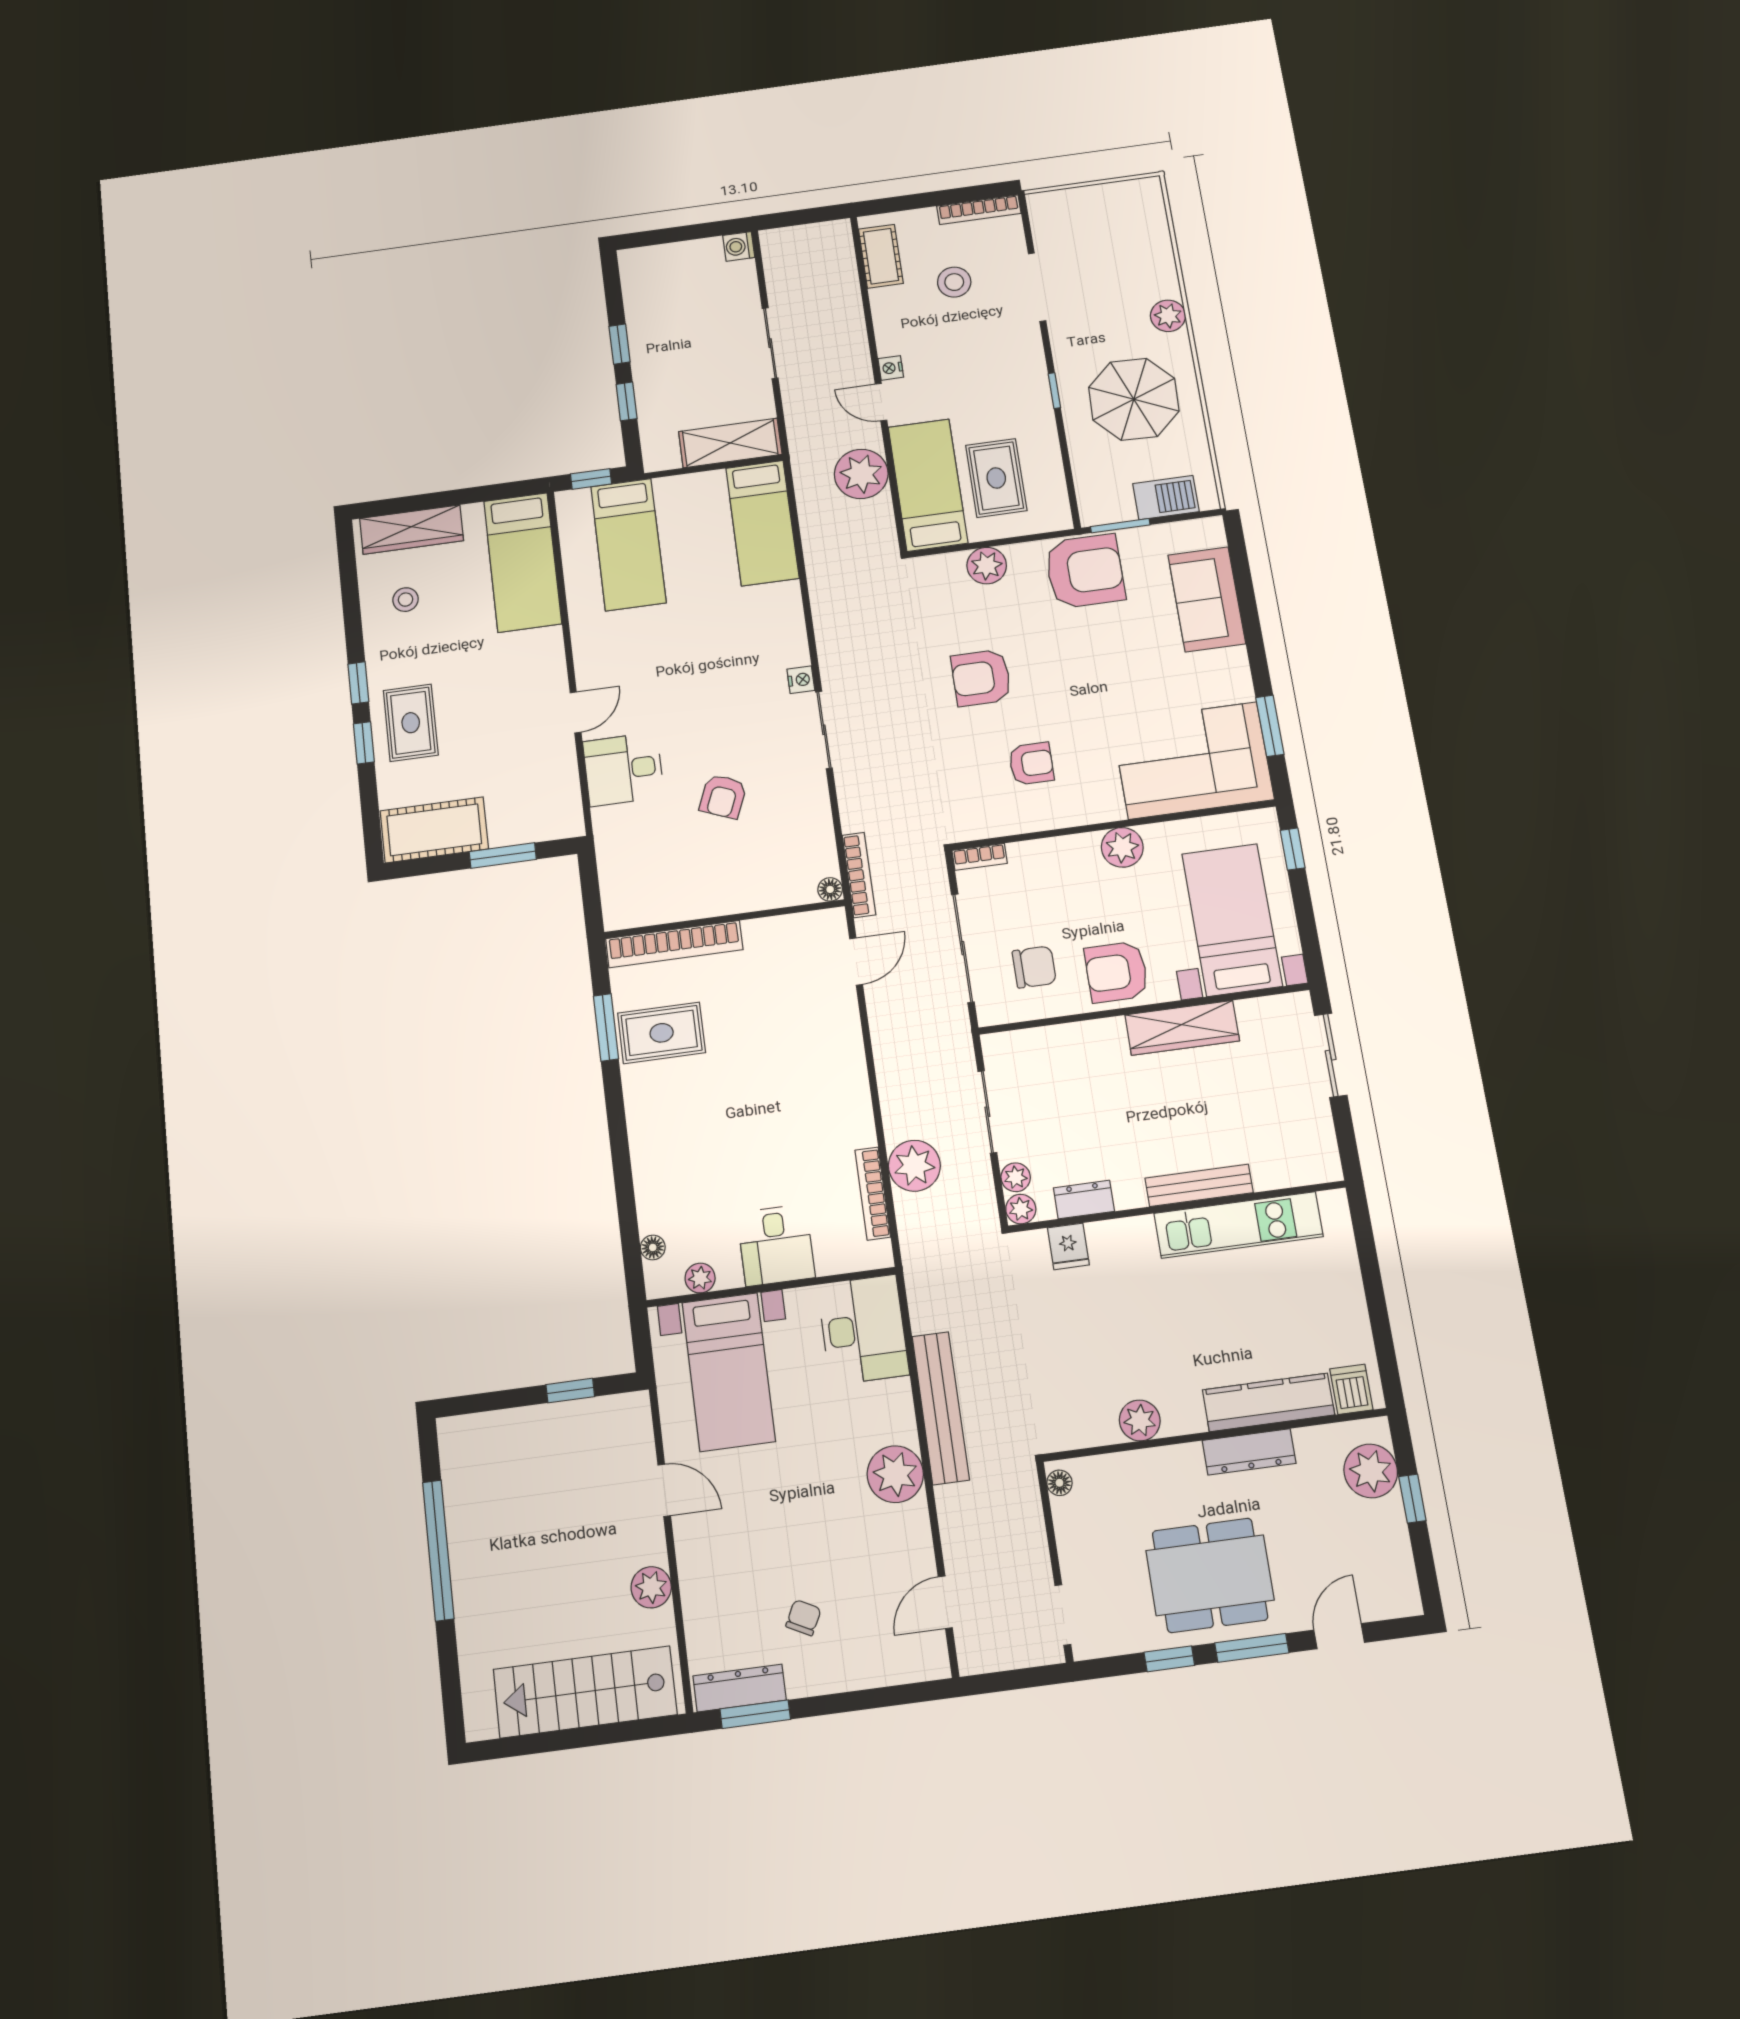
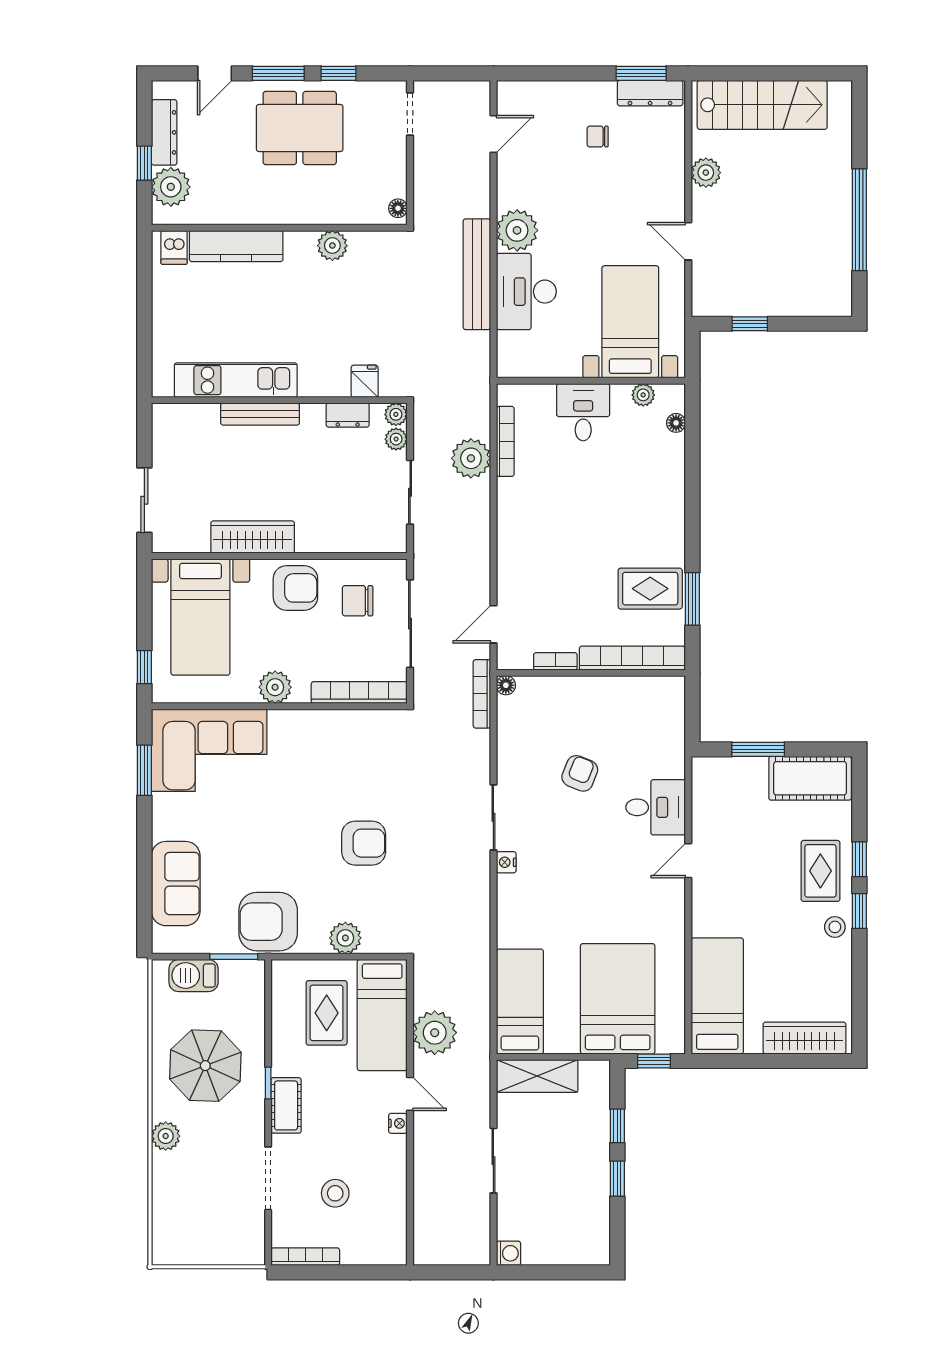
cot: (881, 256) -> (286, 1105), moved
bed: (628, 544) -> (618, 999), width x1.50
stool: (406, 600) -> (835, 927), moved
armchair: (1031, 764) -> (335, 766), removed
bookcase: (980, 857) -> (359, 693), width x2.31, depth x1.31
bookcase: (771, 927) -> (555, 661), added
desk: (863, 1330) -> (526, 292), moved
dresser: (1249, 1452) -> (164, 132), moved, turned 90
chair: (803, 1618) -> (598, 137), turned 63

